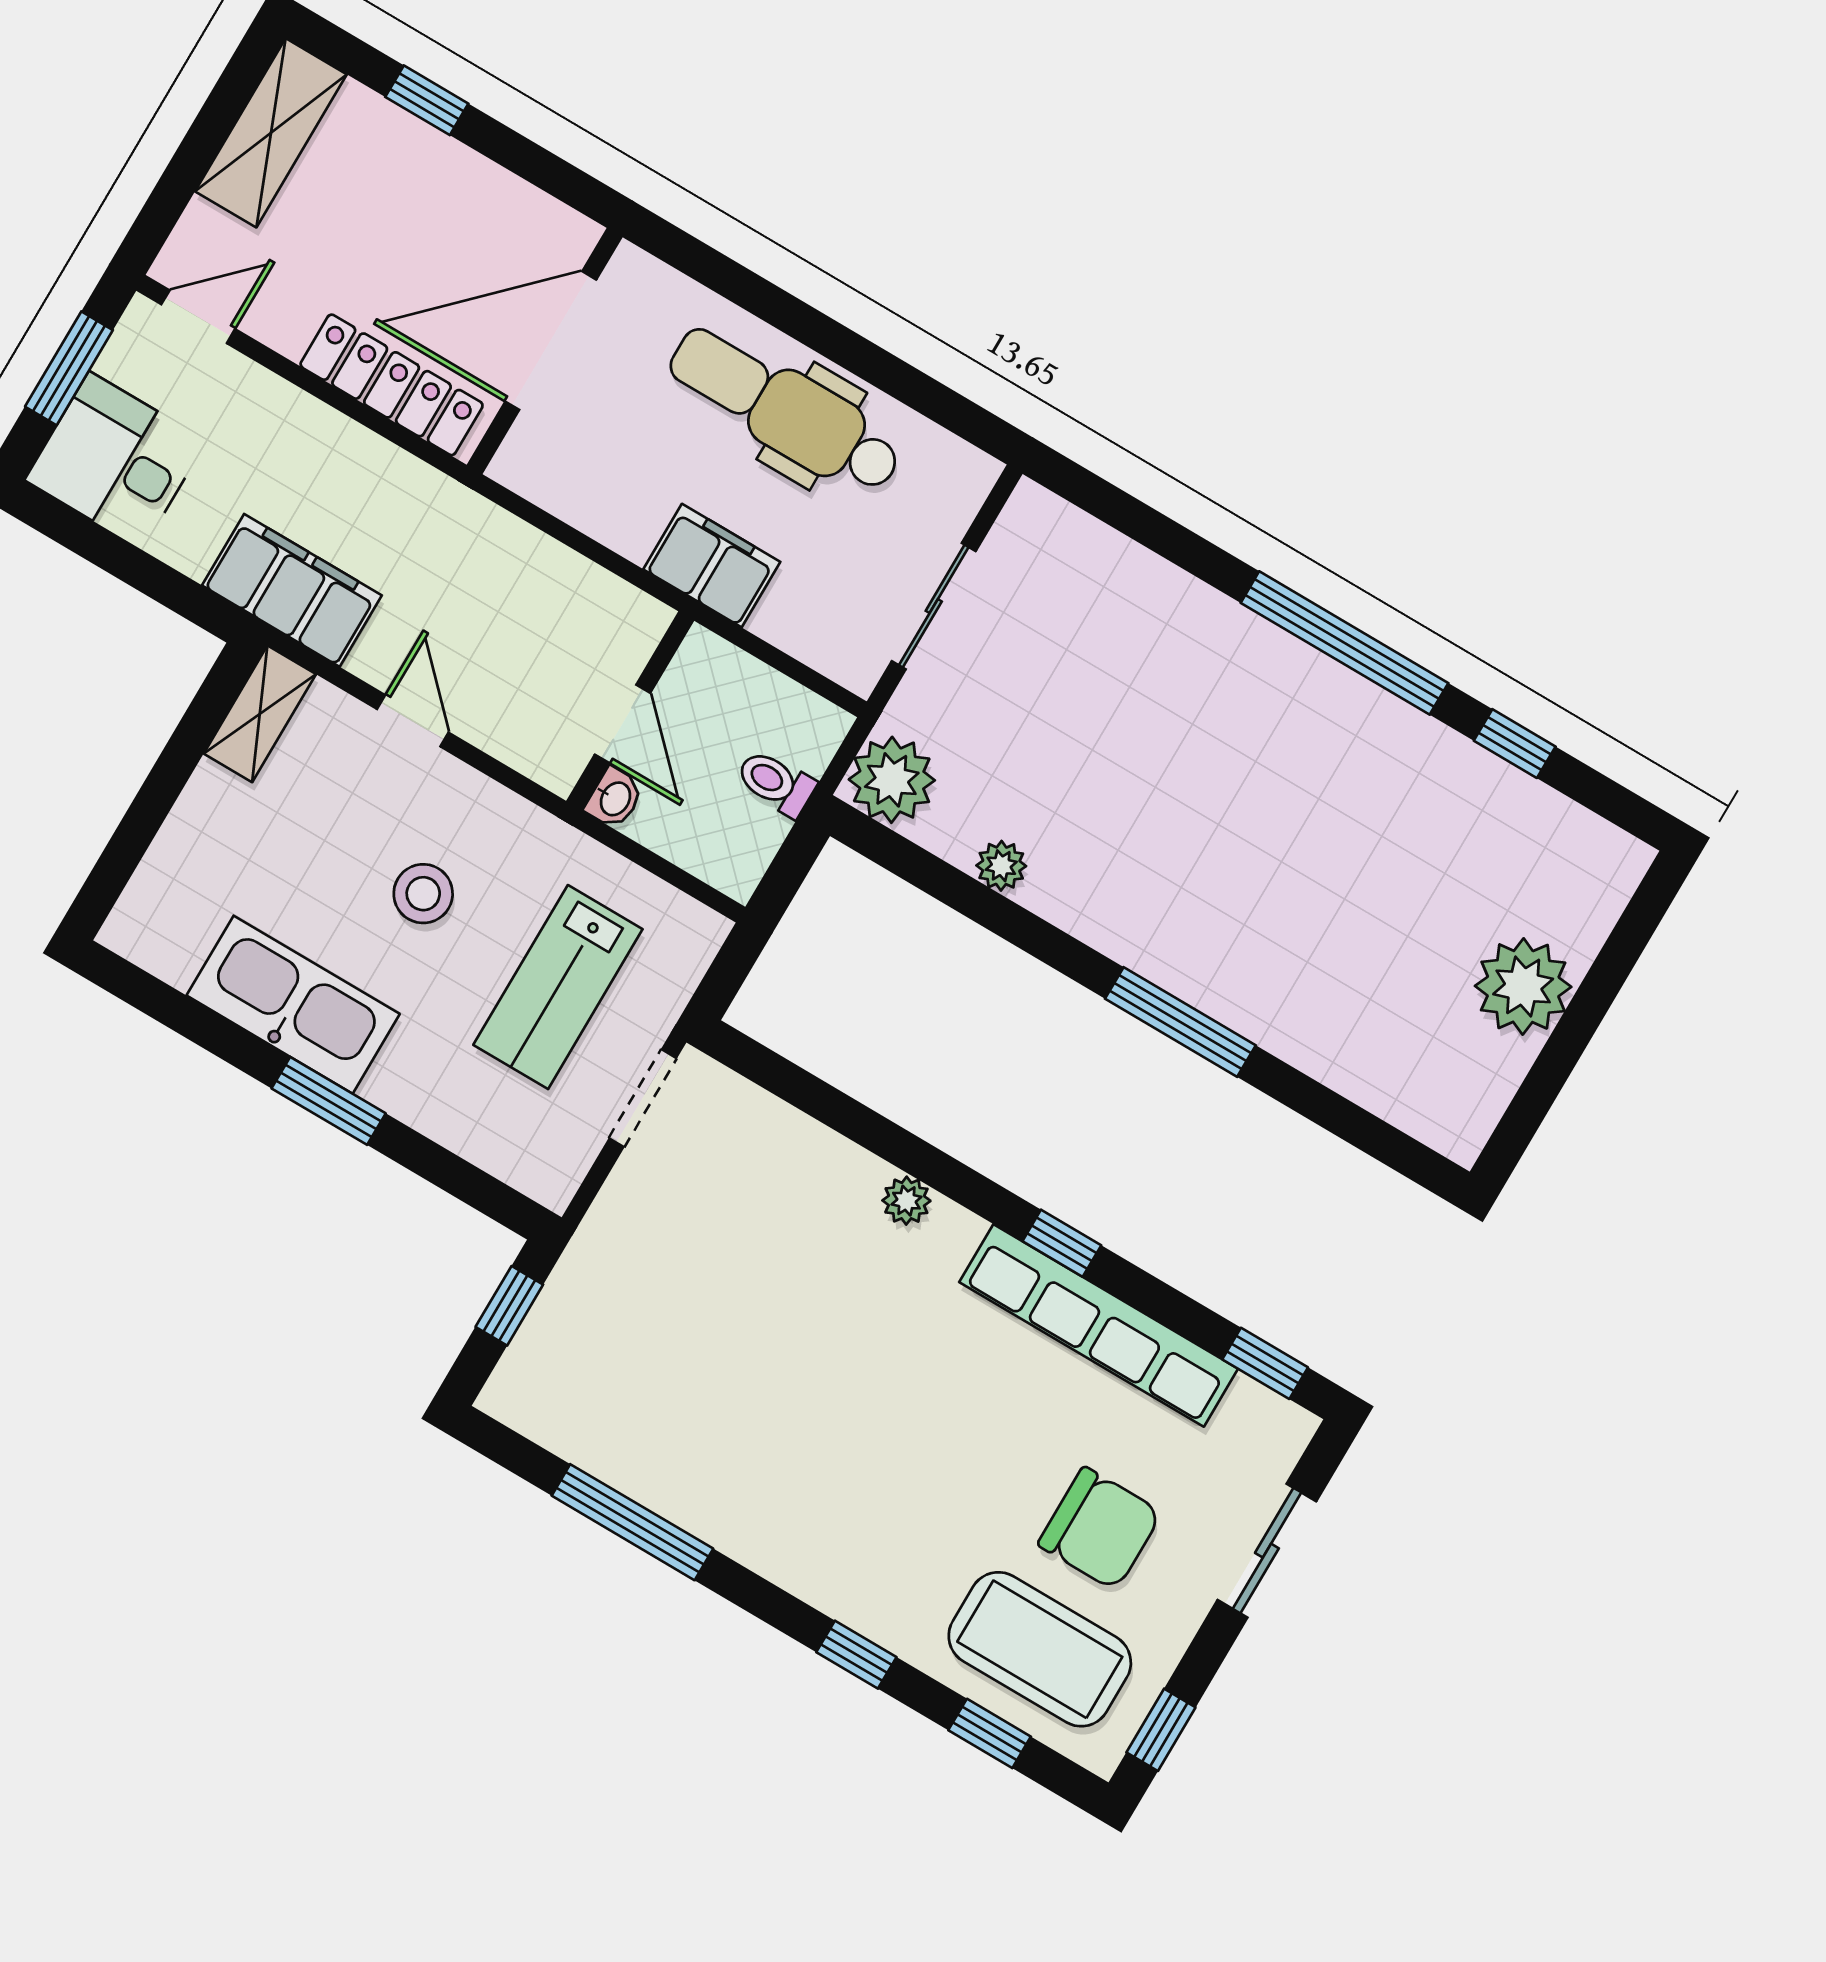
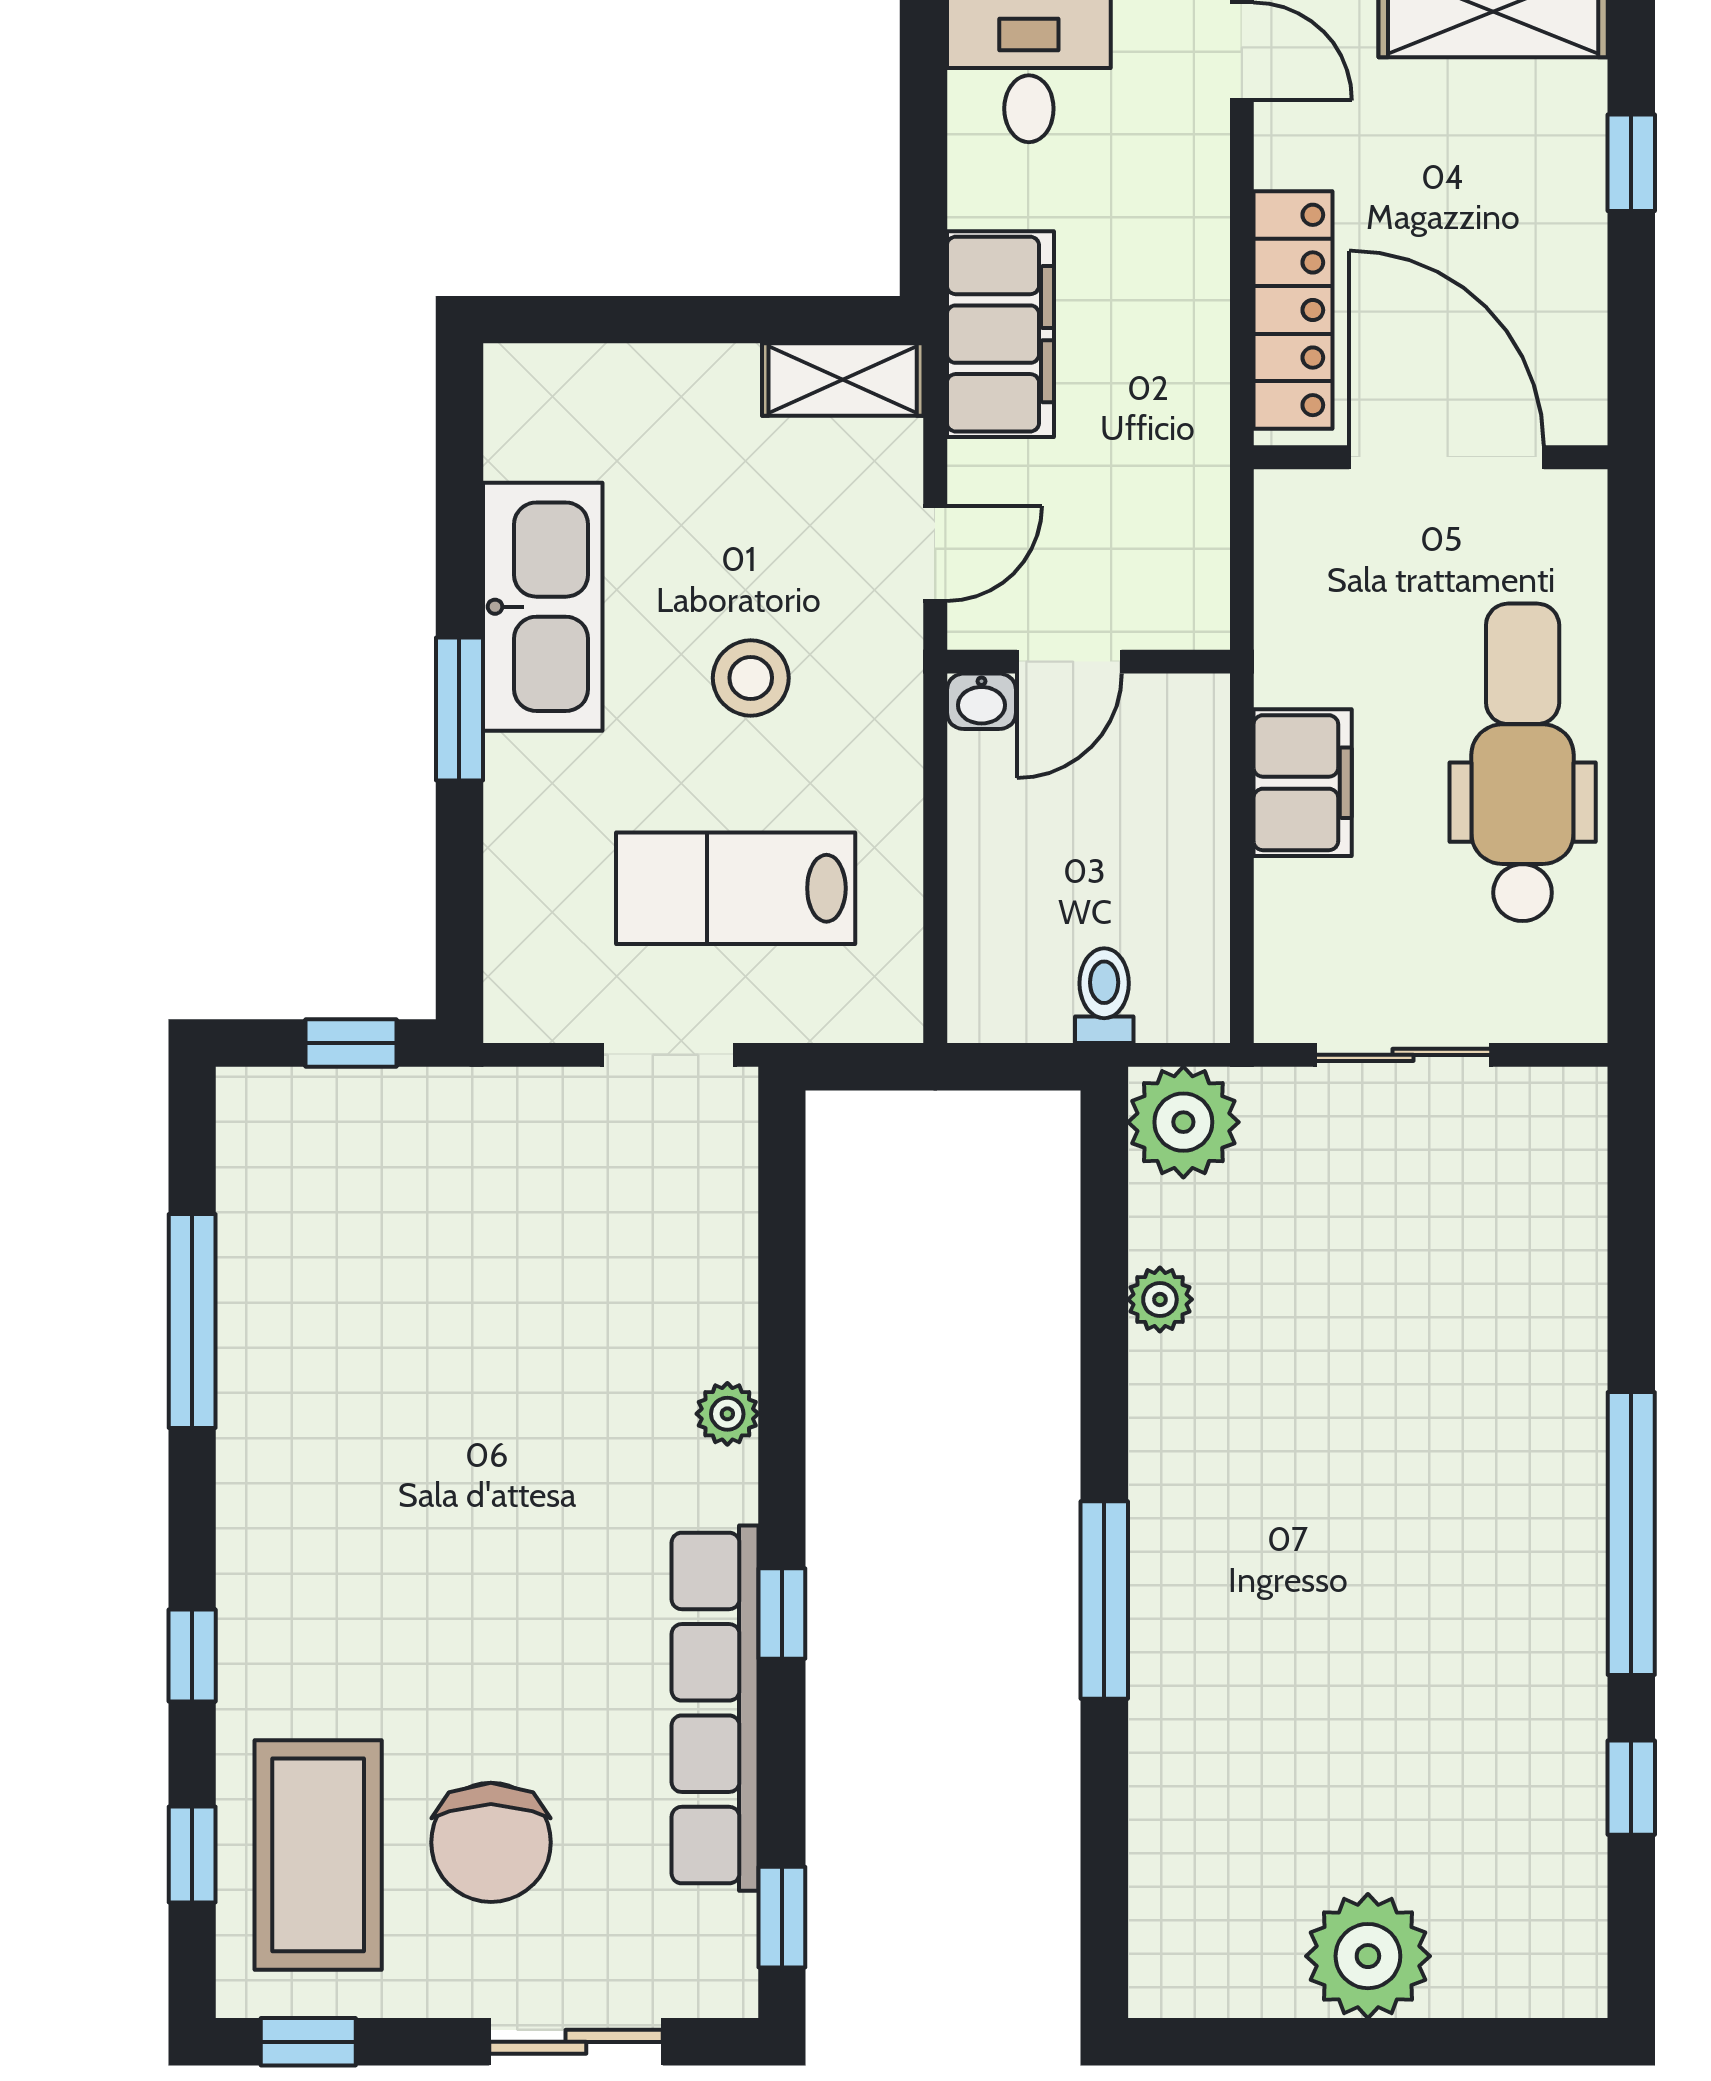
wall: (630, 711) -> (1089, 662), moved
door: (623, 724) -> (1069, 662), moved
washbasin: (614, 798) -> (981, 701), moved

